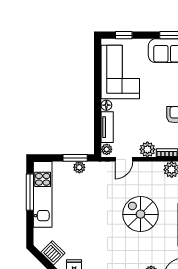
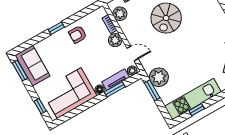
window: (98, 121) -> (115, 89), added
plant: (79, 167) -> (159, 77), width x1.88, depth x1.88
window: (30, 192) -> (197, 110), width x0.46

